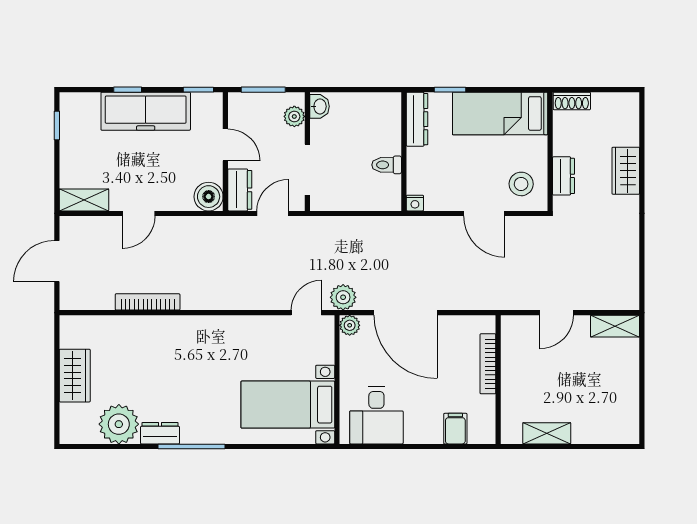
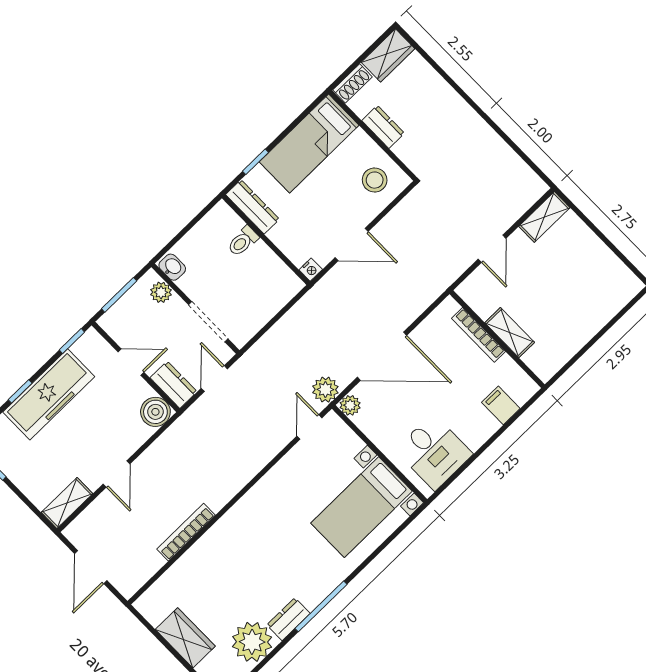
toilet: (387, 165) -> (243, 241), moved
wardrobe: (626, 171) -> (388, 55), moved, turned -90
dresser: (564, 176) -> (383, 127), moved
door: (484, 213) -> (352, 245), moved
shelving: (547, 433) -> (510, 333), moved, turned 90

